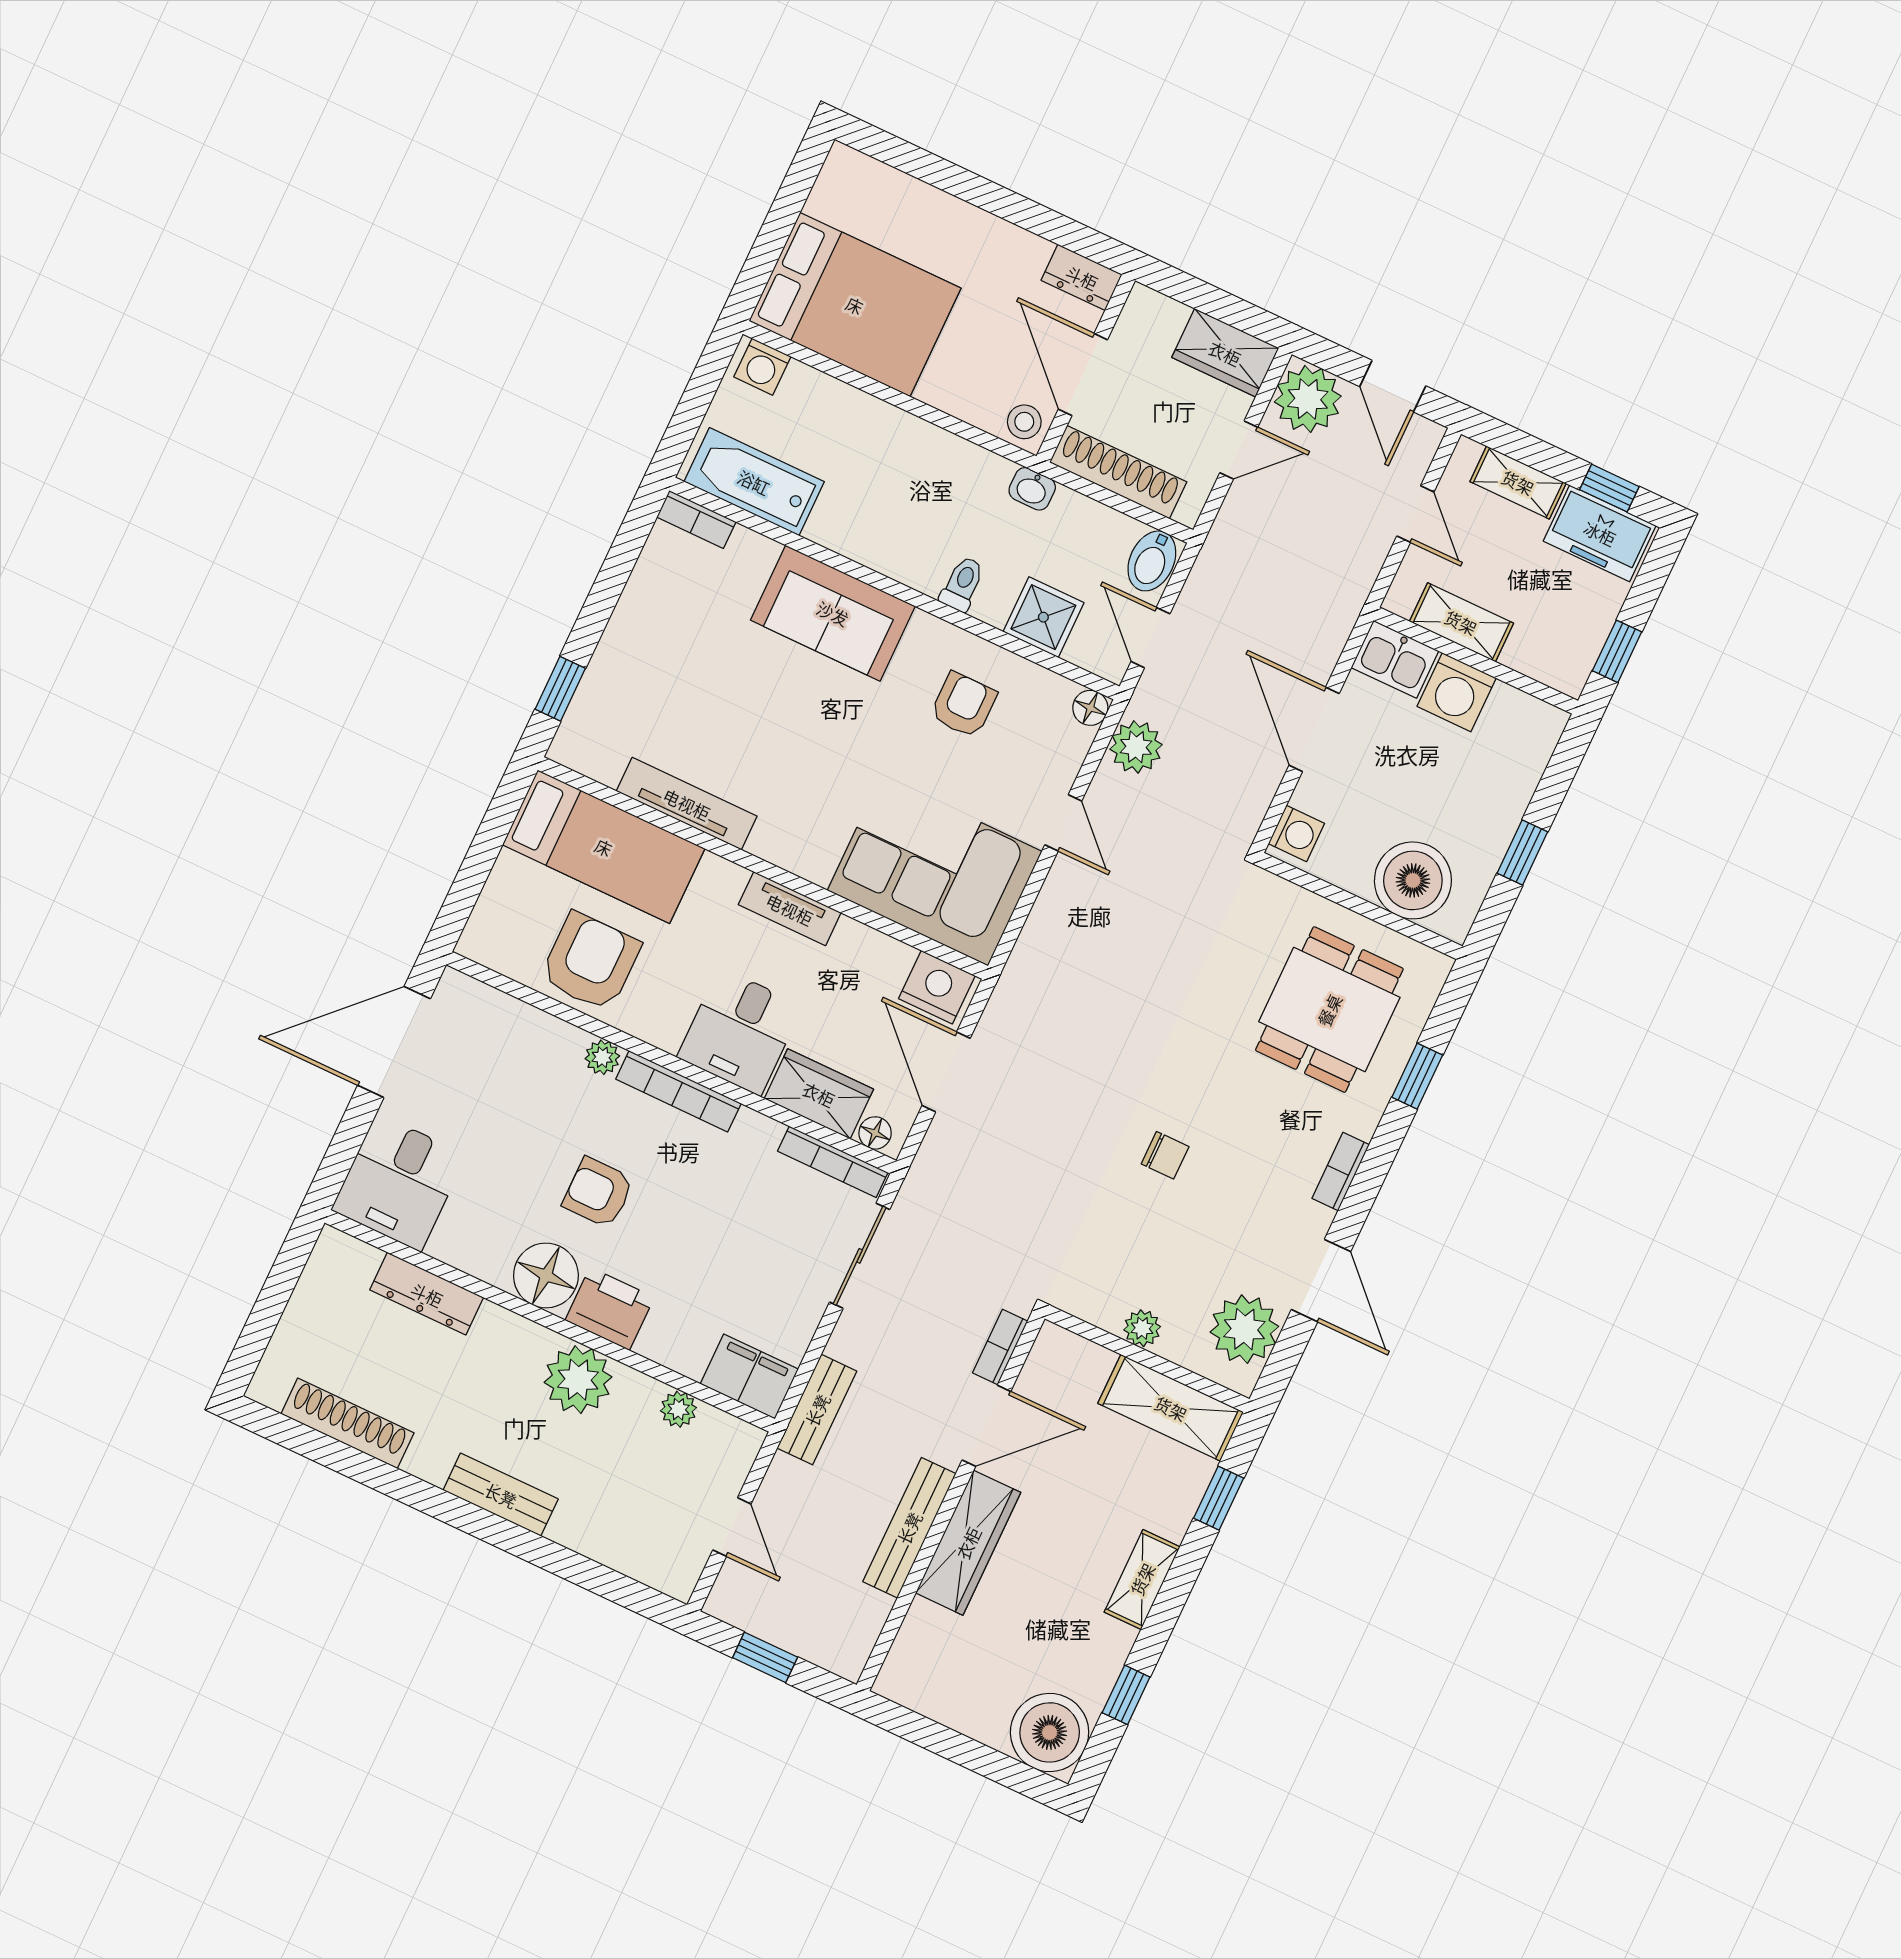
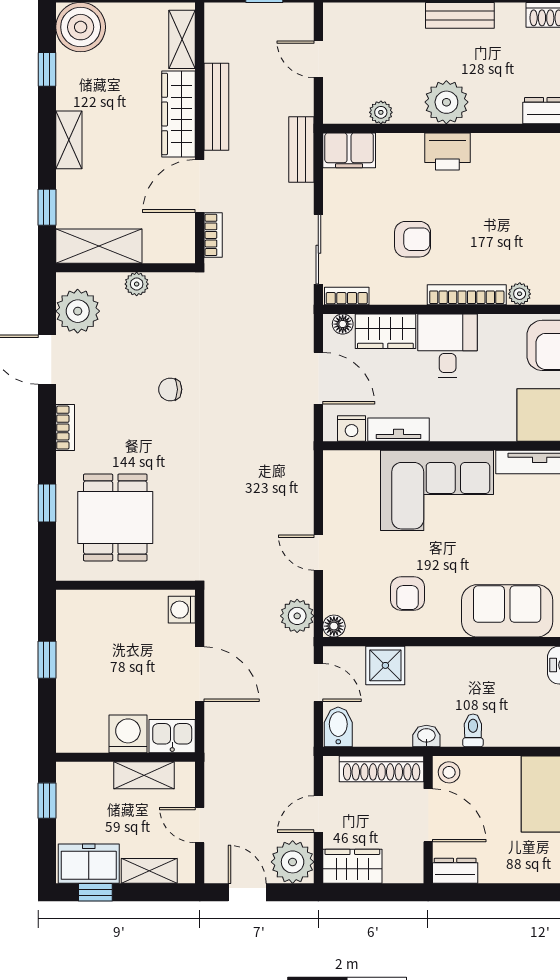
toilet: (962, 584) -> (473, 730), moved, turned 180
corner sofa: (935, 871) -> (437, 490), moved
boiler: (1413, 880) -> (102, 614), removed
tv unit: (790, 909) -> (398, 430), moved
nightstand: (937, 987) -> (352, 429), width x0.74, depth x0.75
bookcase: (833, 1162) -> (347, 296), width x0.64
armchair: (598, 1192) -> (413, 239), moved
floor lamp: (546, 1275) -> (493, 153), removed
shelving: (913, 1647) -> (182, 39), added

